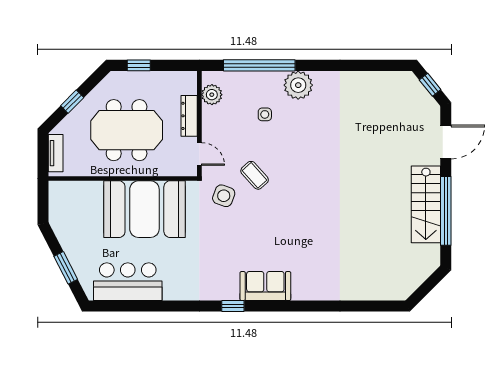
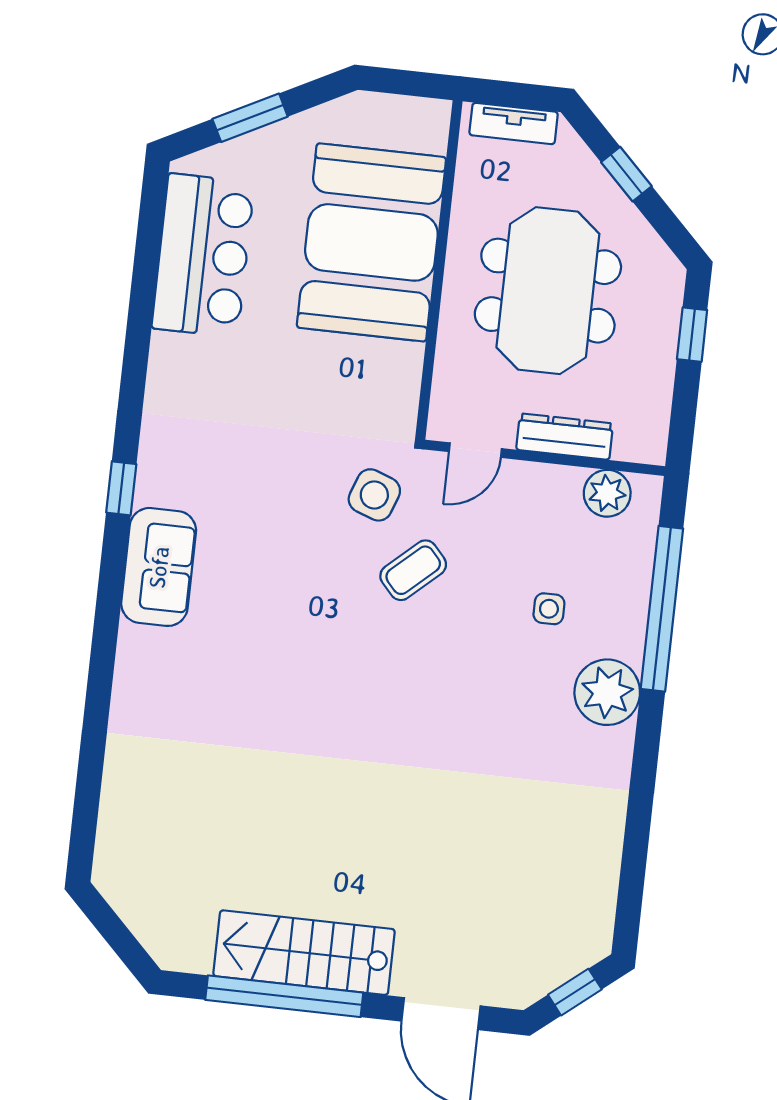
booth: (144, 209) -> (371, 242), moved

